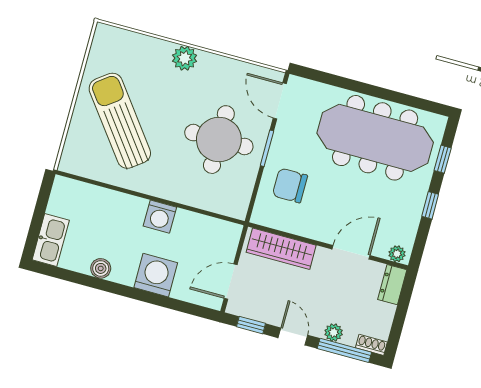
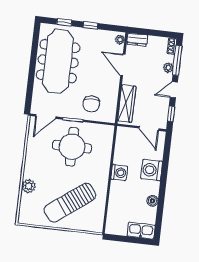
plant: (185, 58) -> (29, 186), moved

